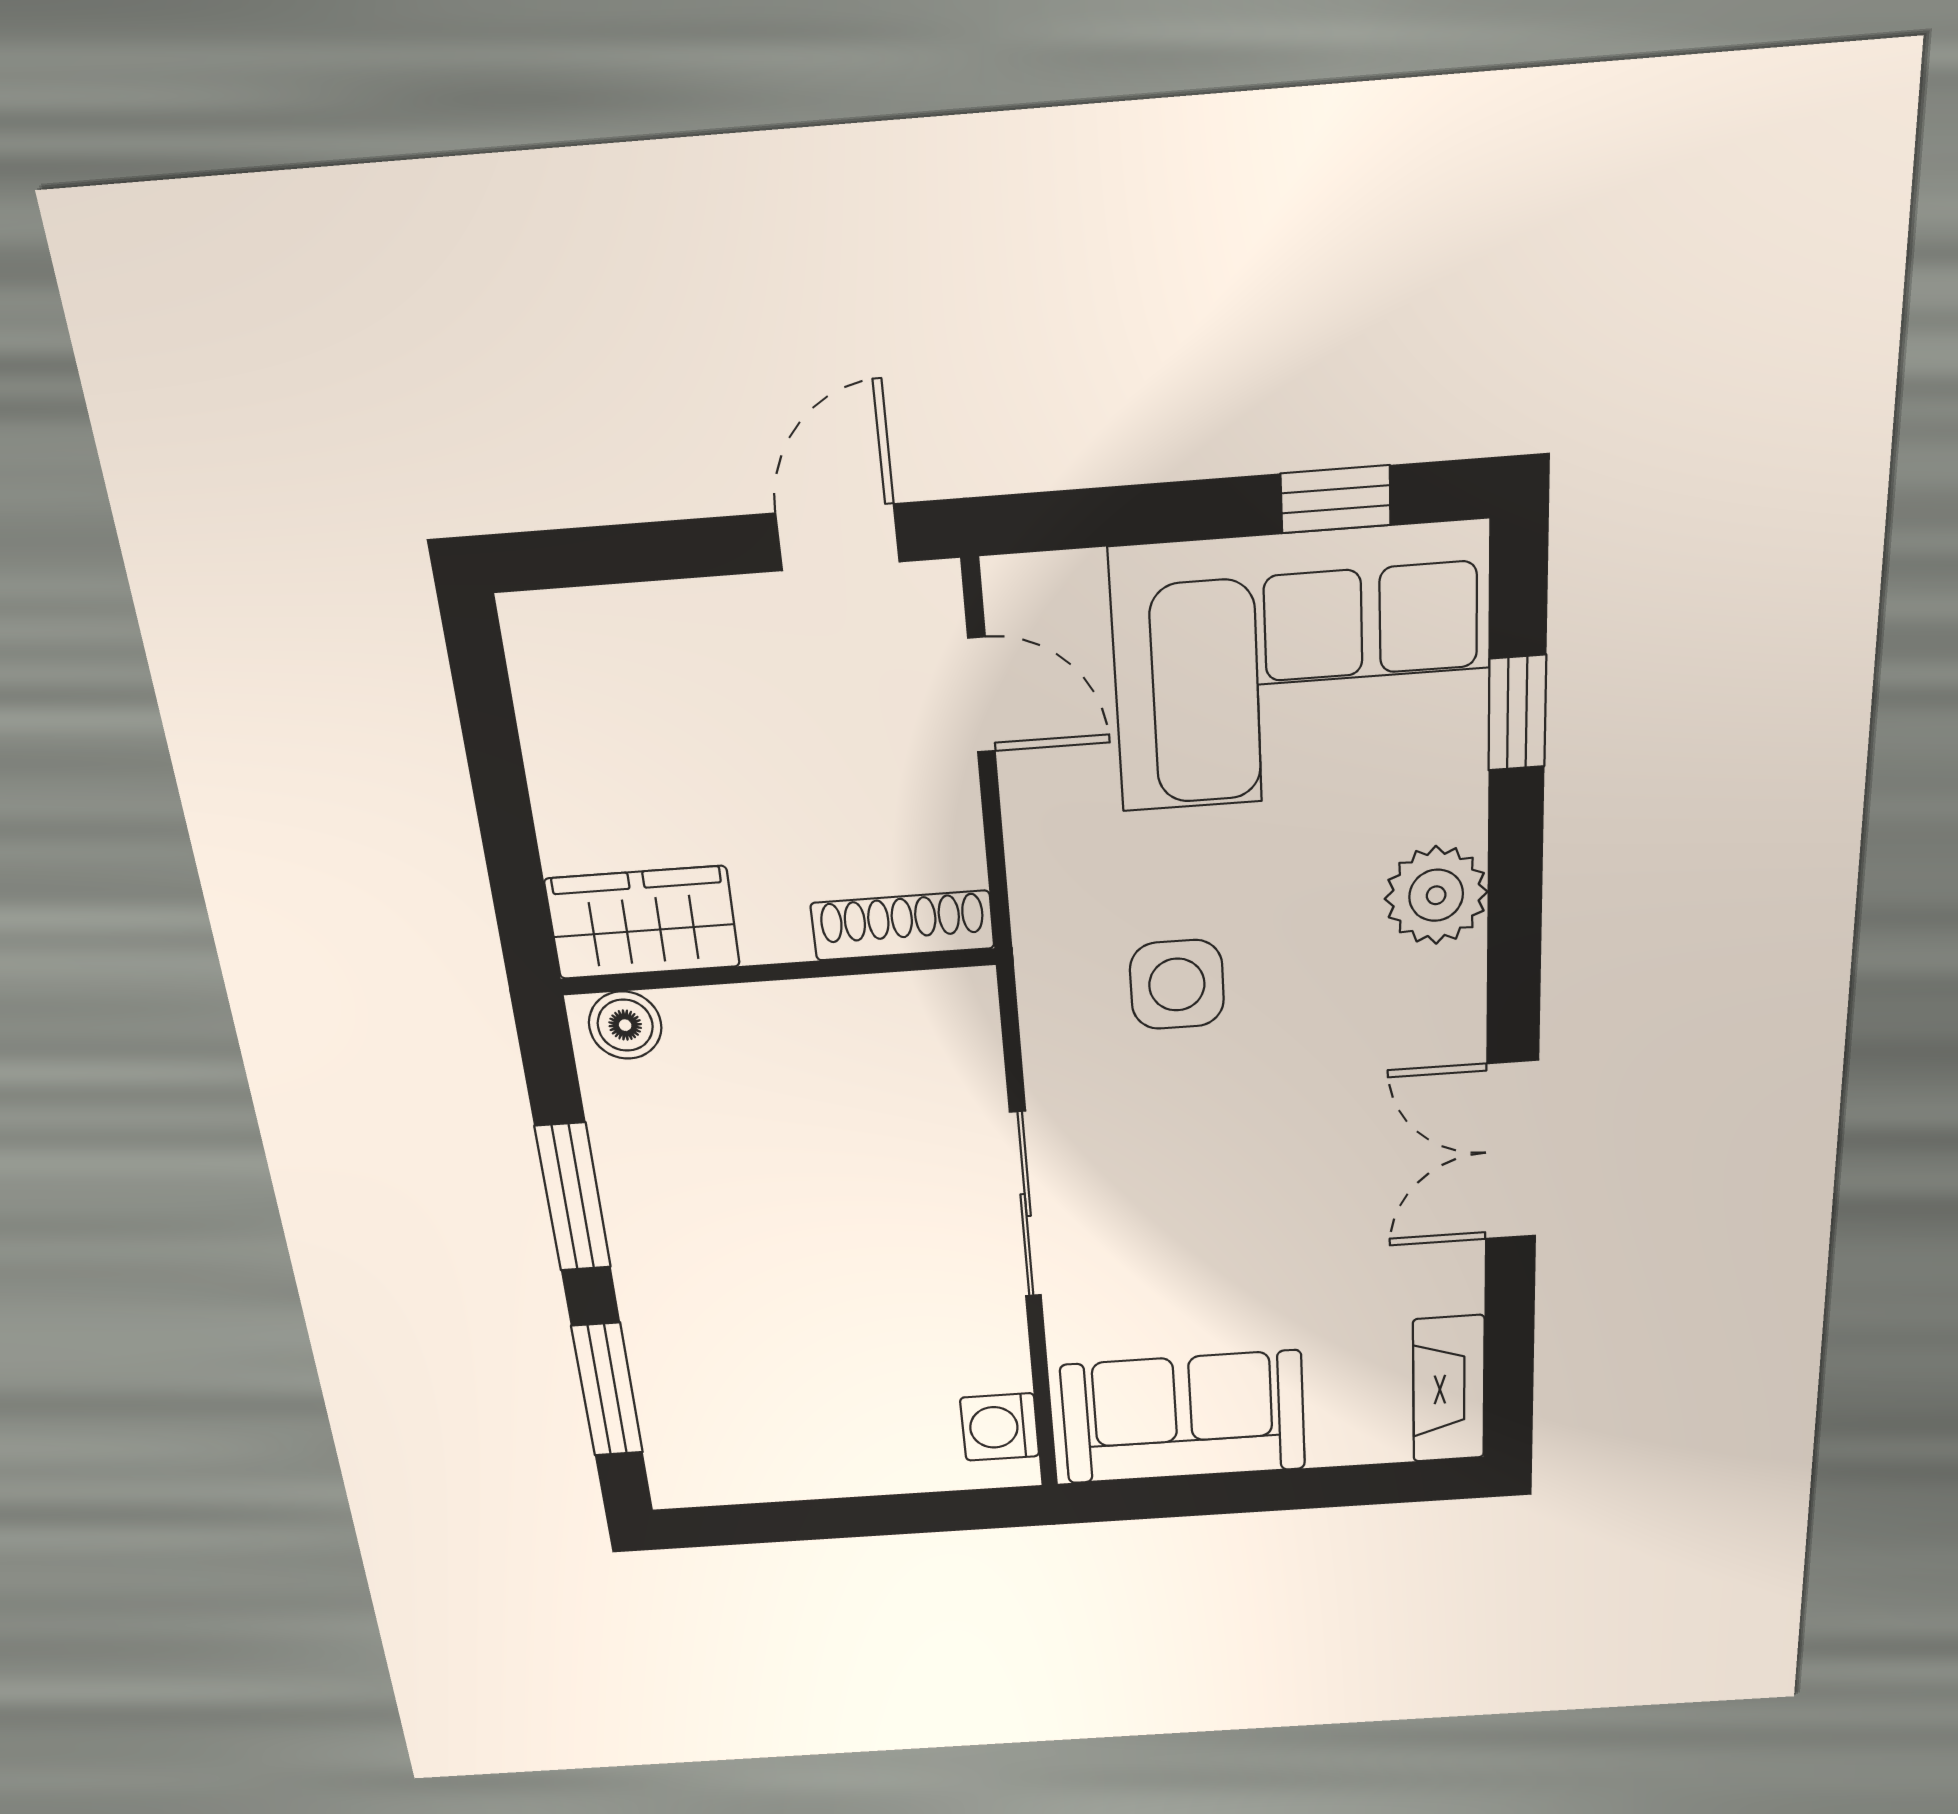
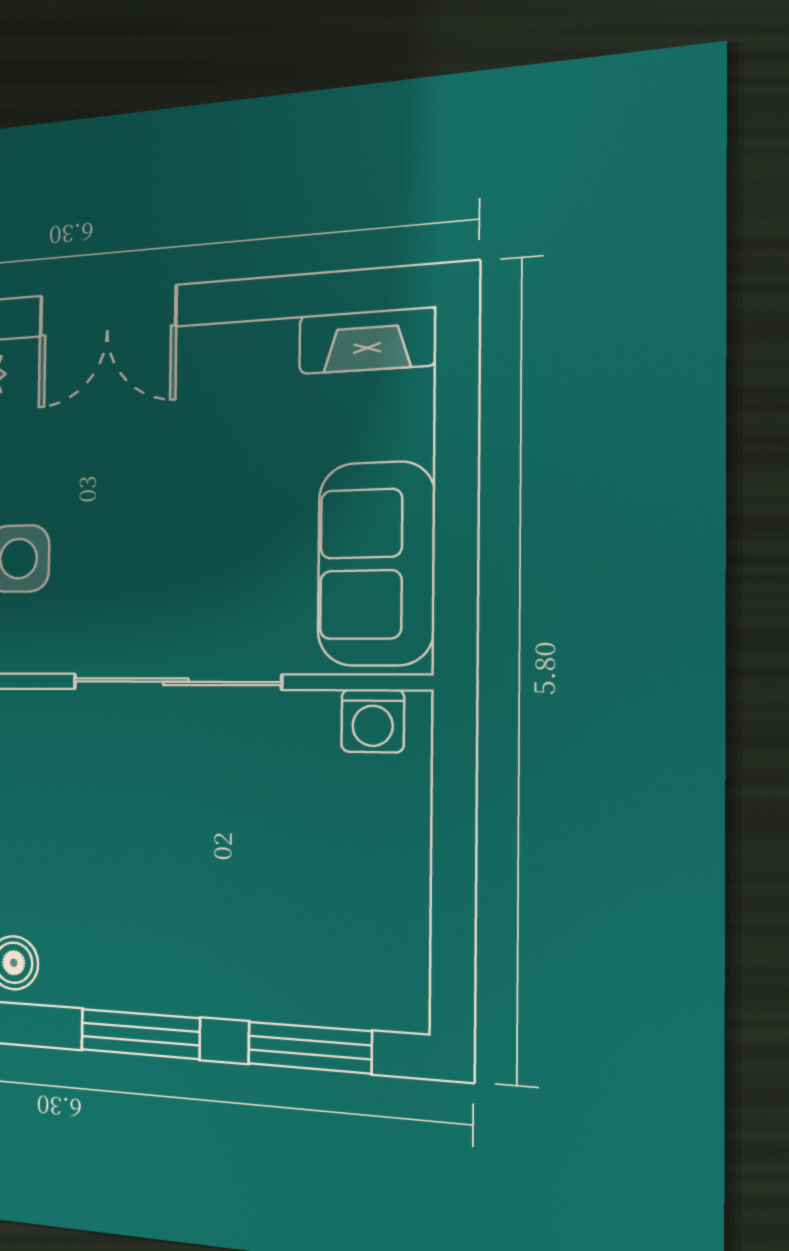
double door: (1512, 1151) -> (107, 311), moved
sliding door: (1026, 1205) -> (176, 682), width x1.37

